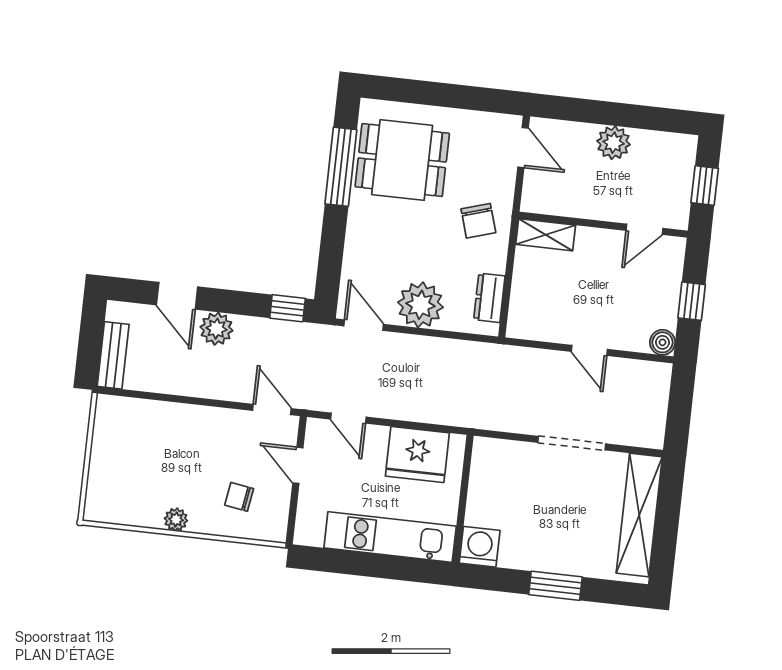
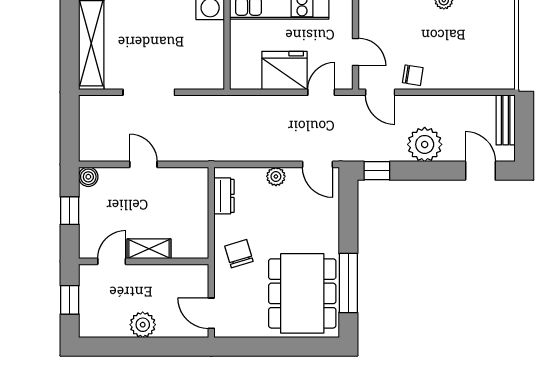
dining table: (402, 160) -> (302, 293), width x1.37
shelving: (546, 235) -> (149, 249), moved
door: (177, 296) -> (480, 171), moved
plant: (420, 305) -> (276, 176), width x0.53, depth x0.53
plant: (216, 329) -> (425, 144), width x1.36, depth x1.36
door: (348, 418) -> (321, 92), hinge flipped
fridge: (417, 454) -> (284, 70), moved
chair: (239, 497) -> (413, 75), moved

